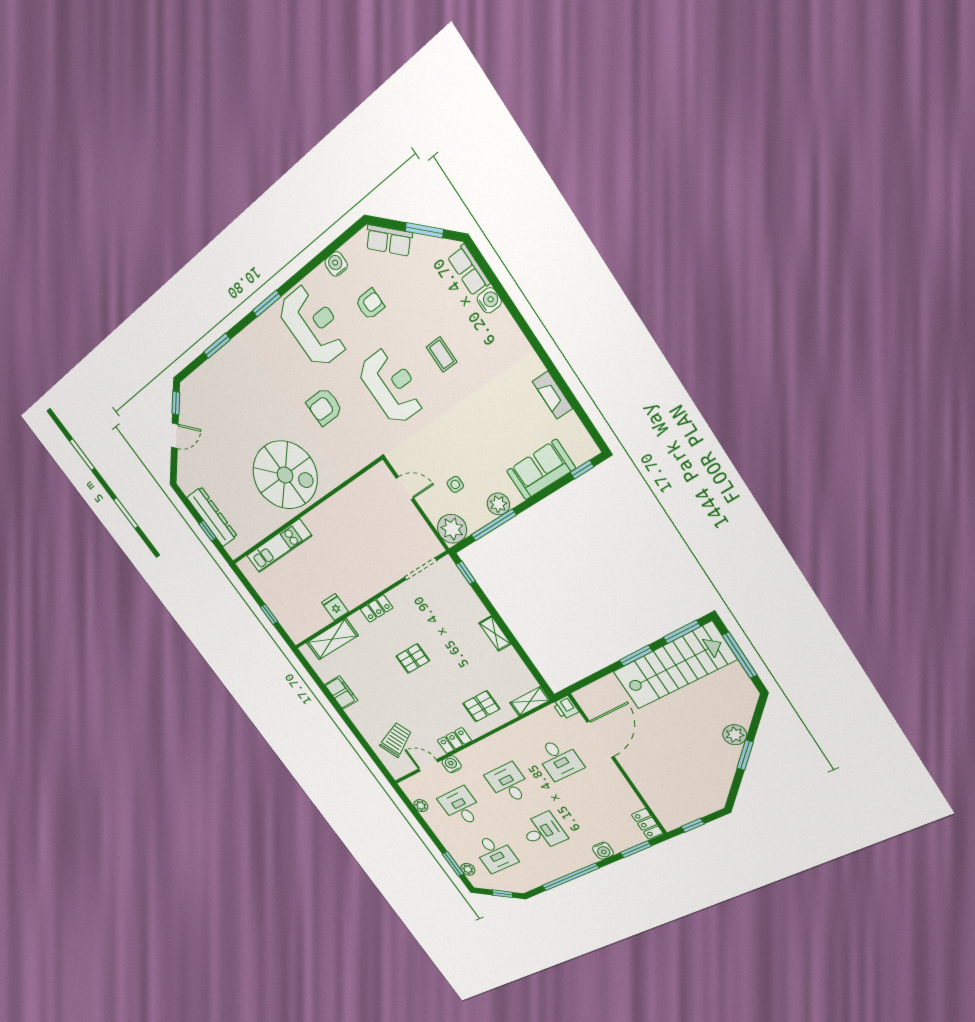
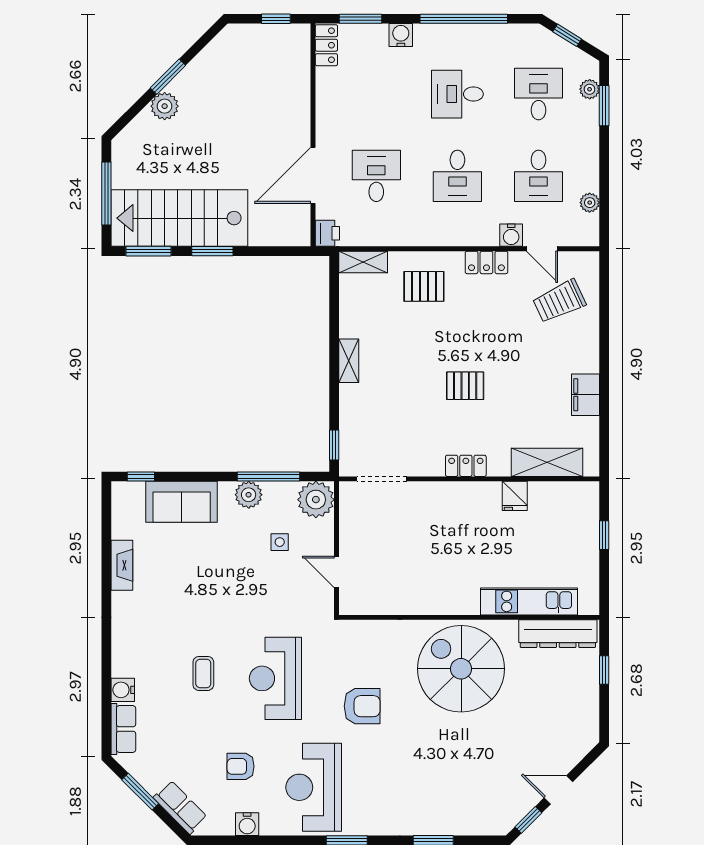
dresser: (212, 517) -> (558, 634), moved, turned -90

